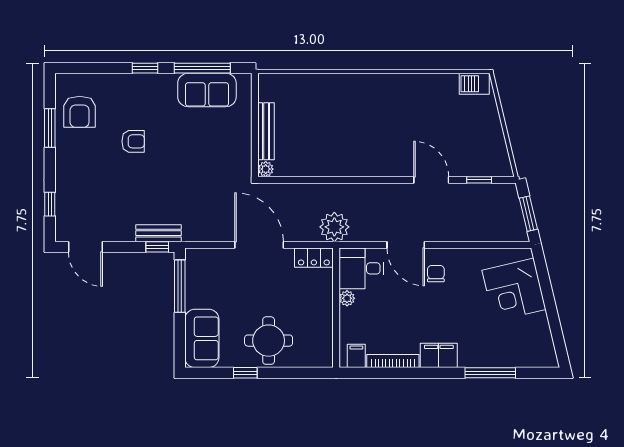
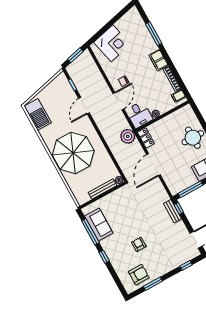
barbecue: (474, 84) -> (38, 114), width x1.88, depth x1.53
parasol: (358, 115) -> (73, 153), added

